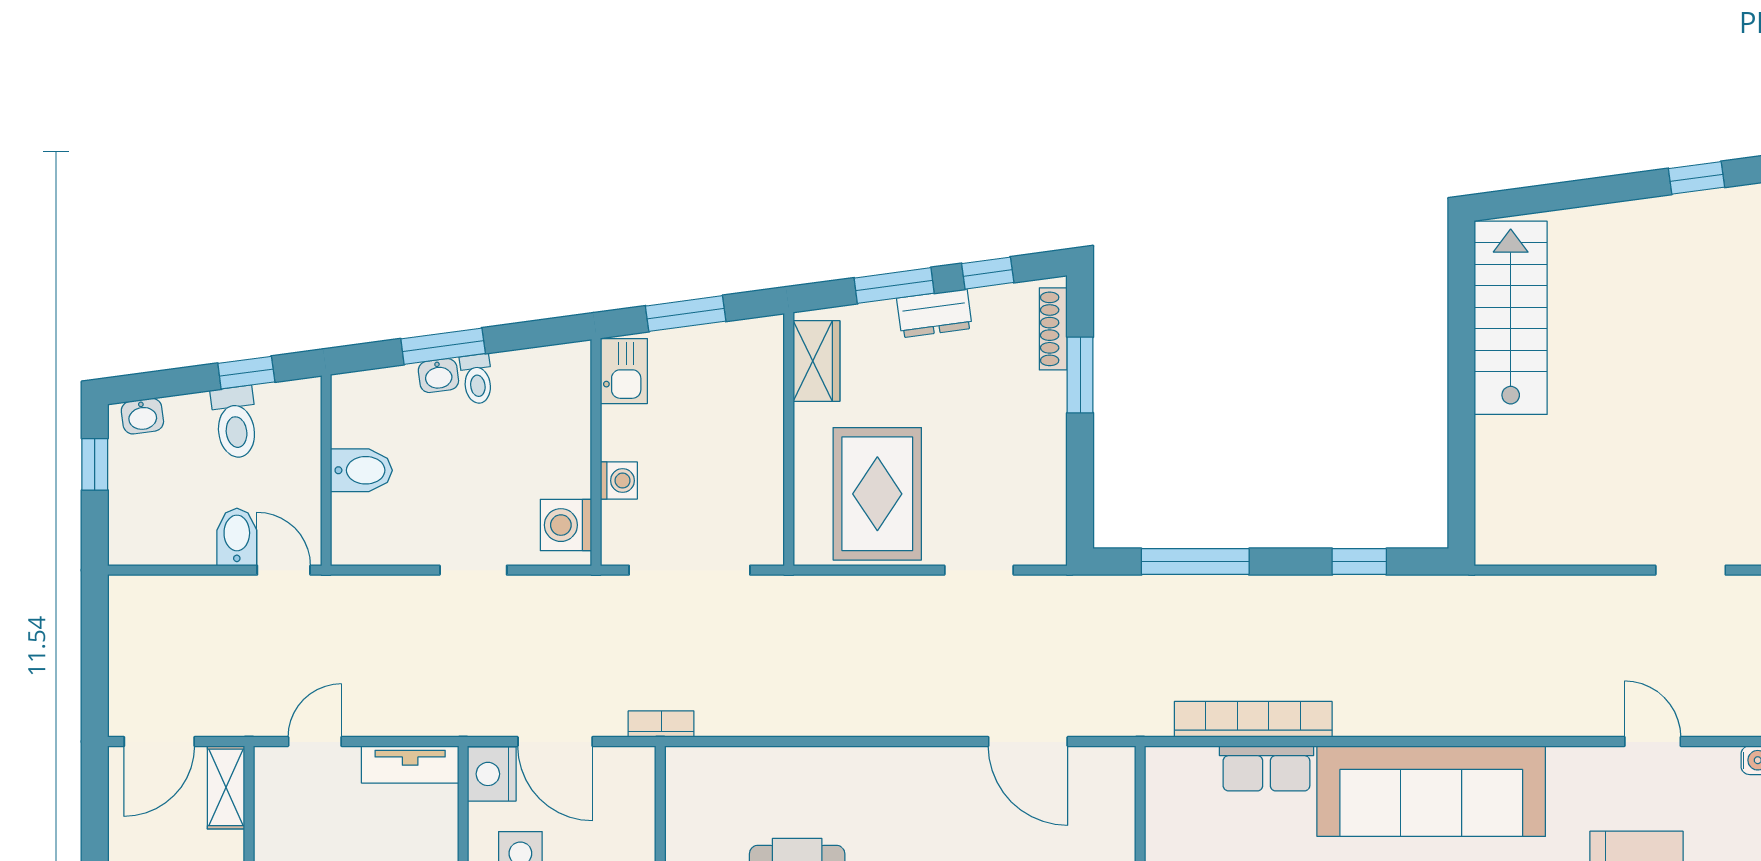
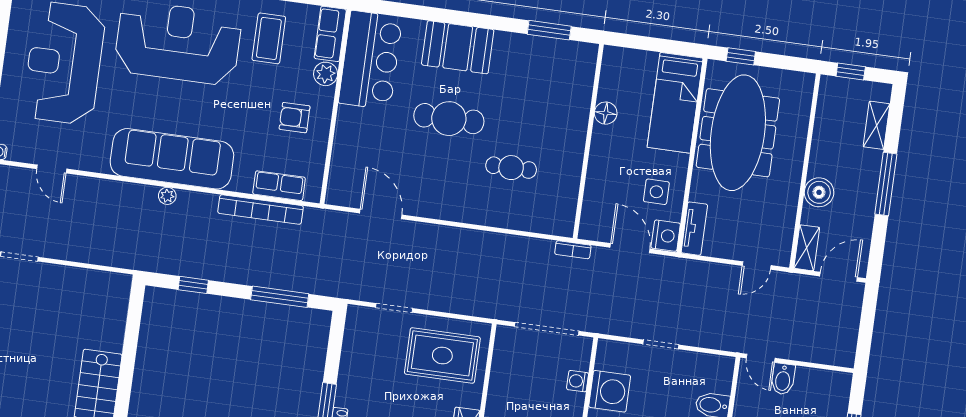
rug: (877, 494) -> (442, 355), turned 90
washing machine: (566, 525) -> (610, 391), moved, width x1.37, depth x1.37
plant: (1430, 721) -> (167, 196), added
tv unit: (410, 764) -> (694, 229), moved, turned 90
row of seats: (1266, 768) -> (279, 186), moved

